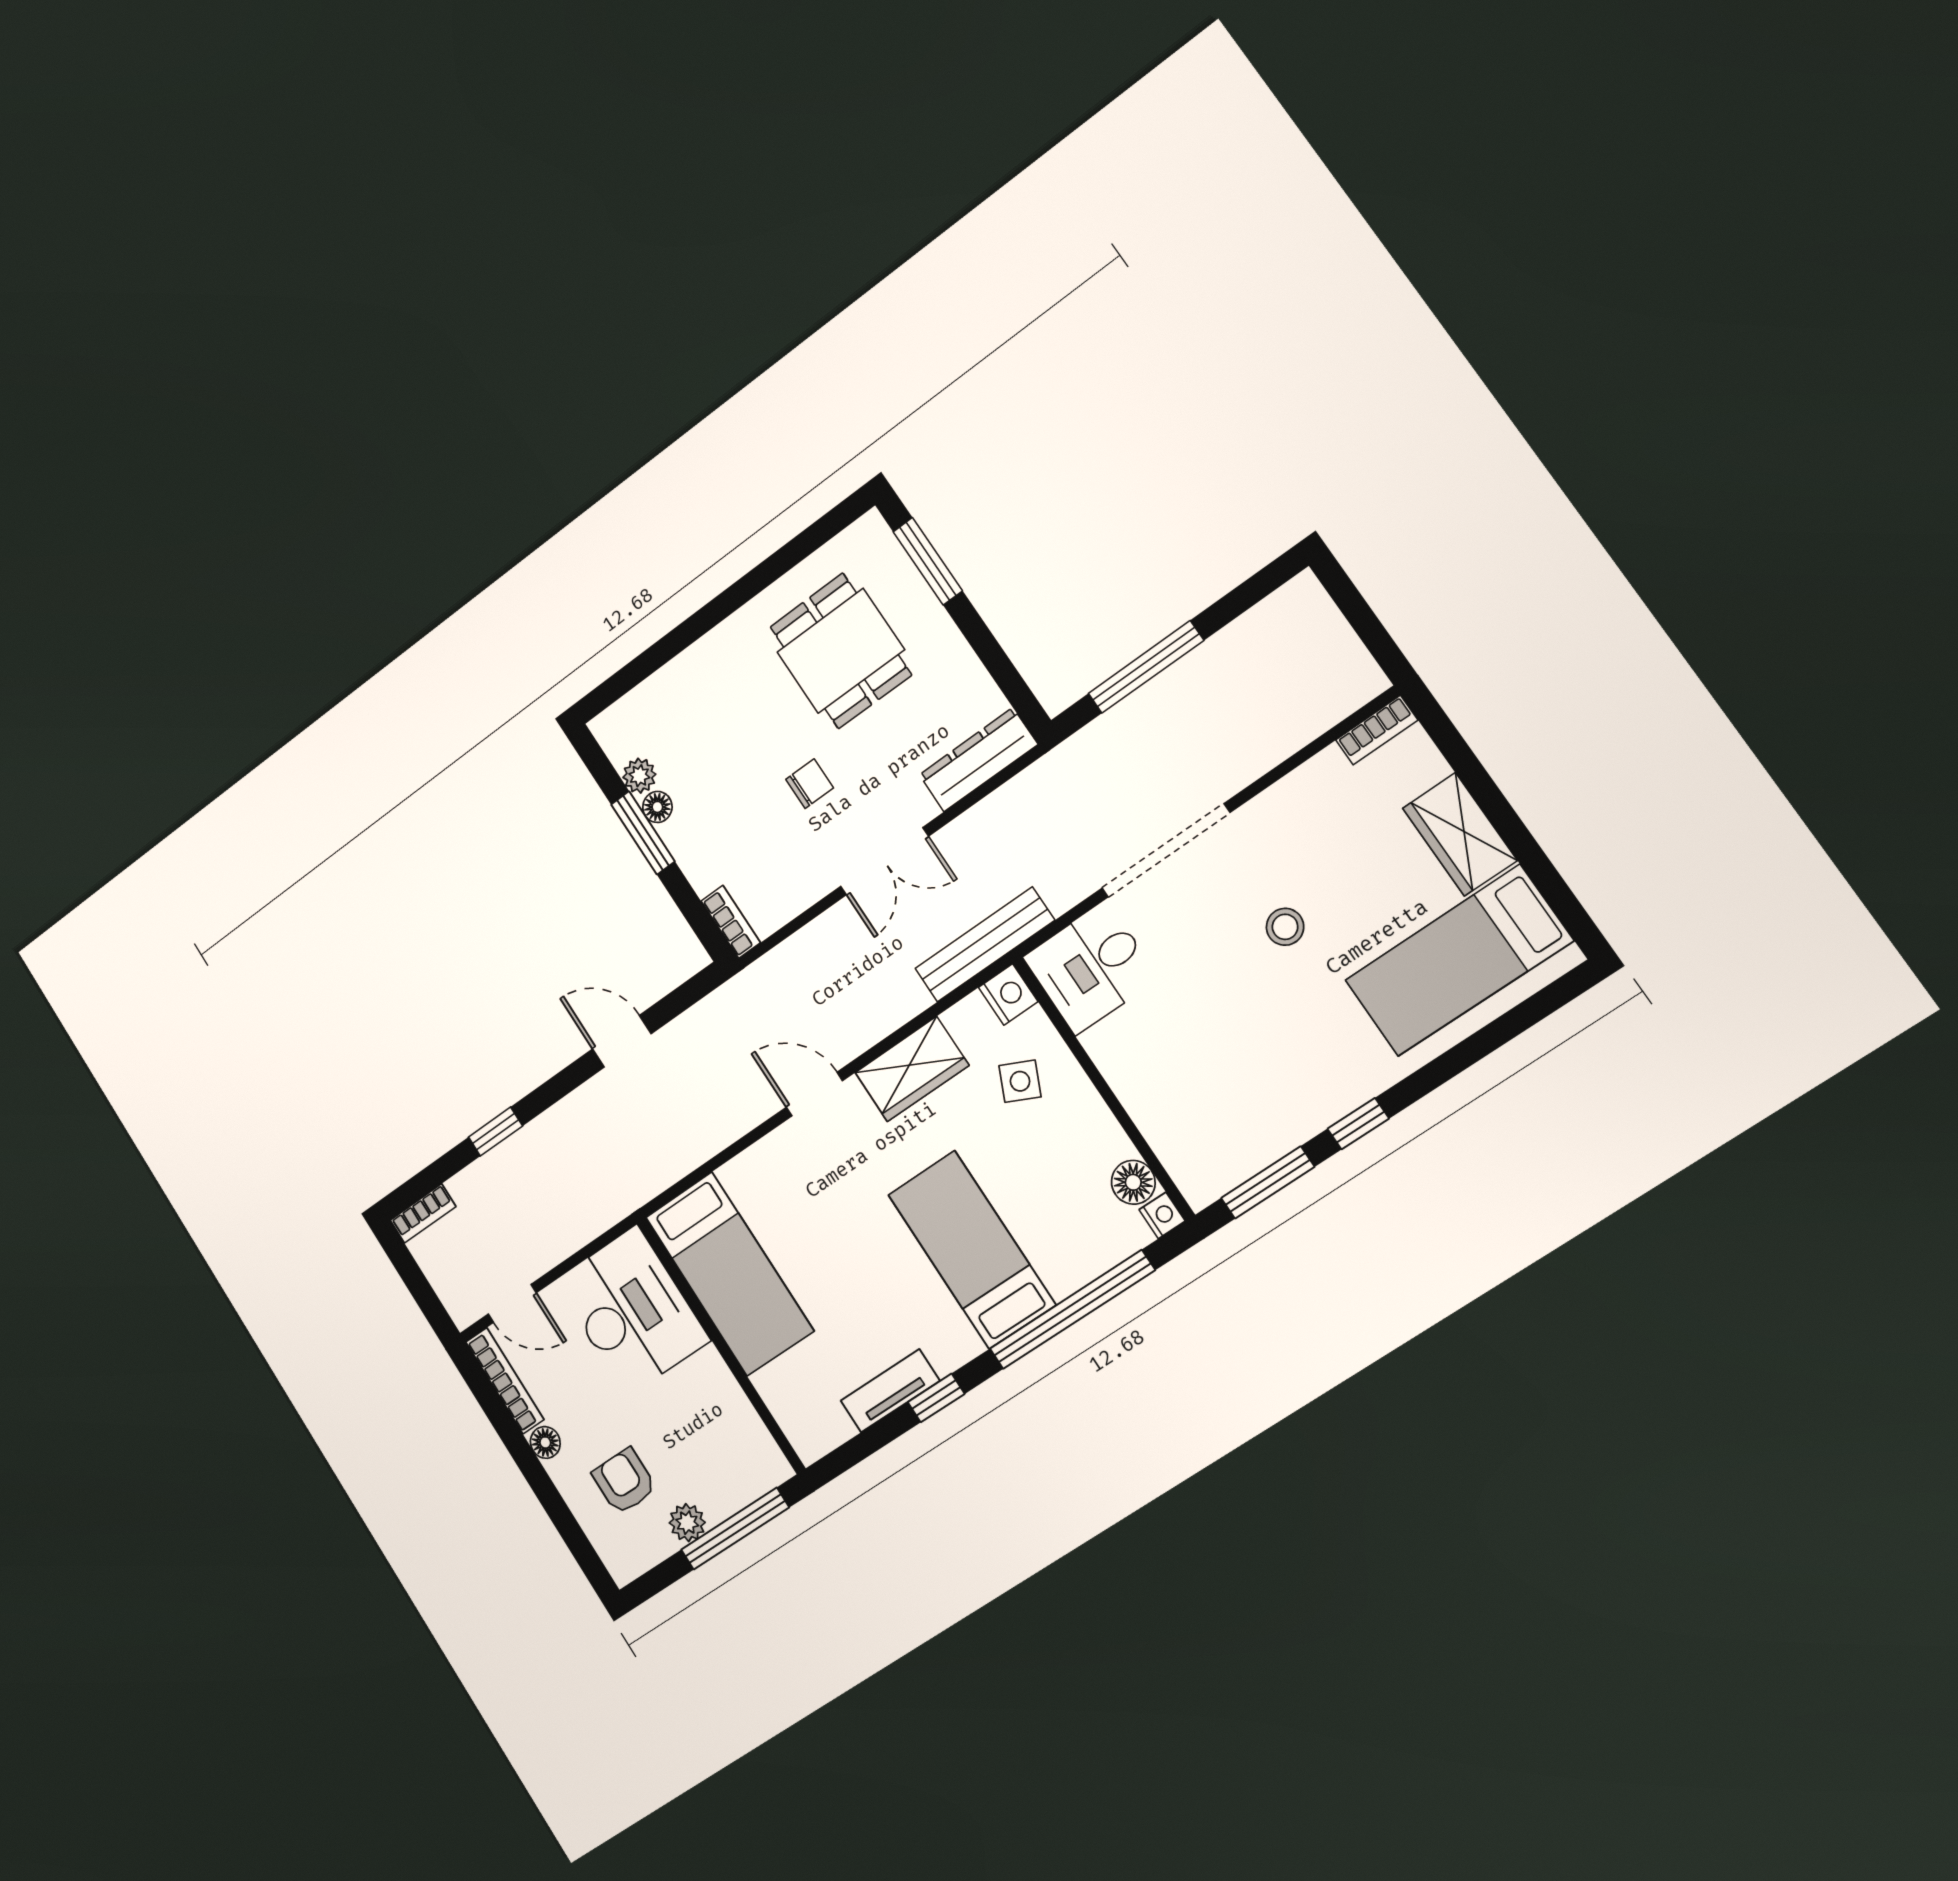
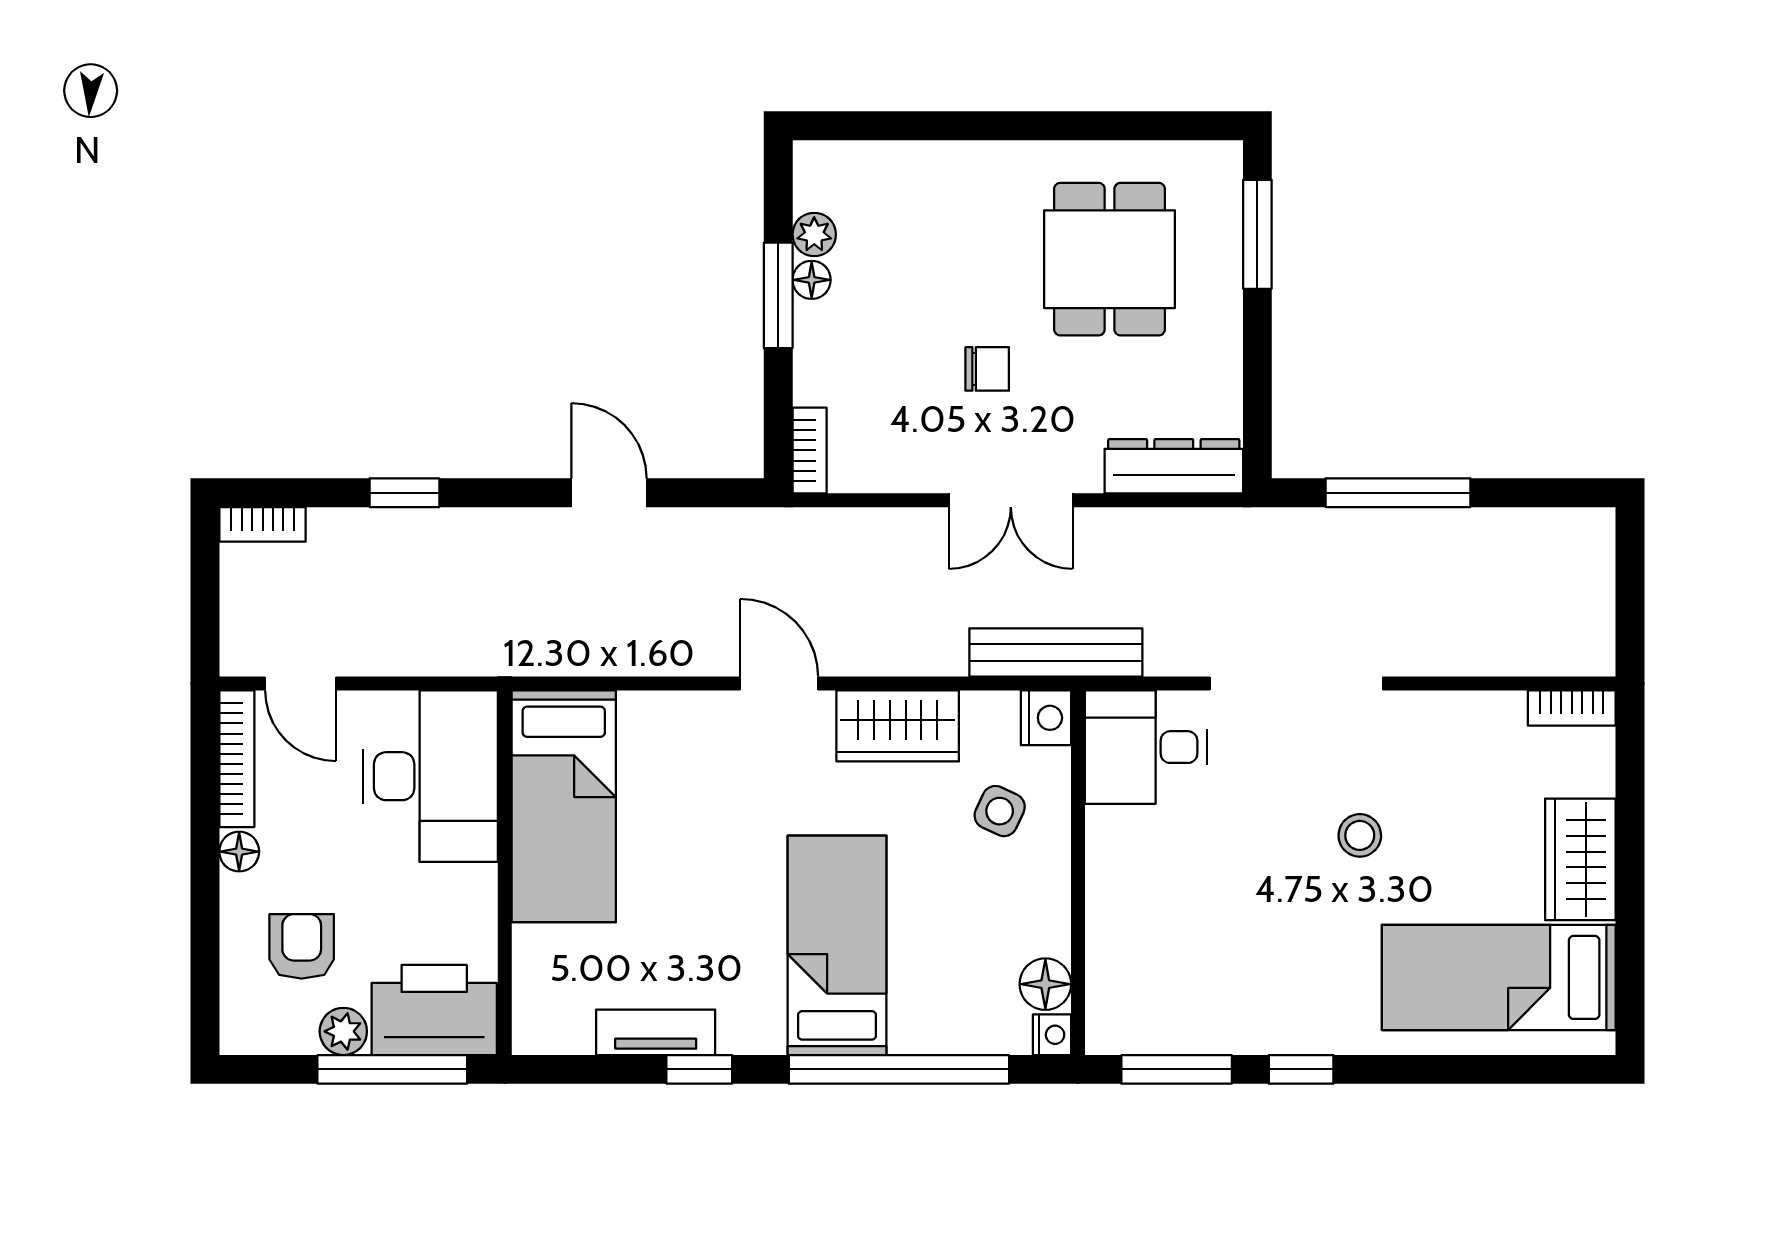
printer: (736, 1470) -> (434, 1010), added

